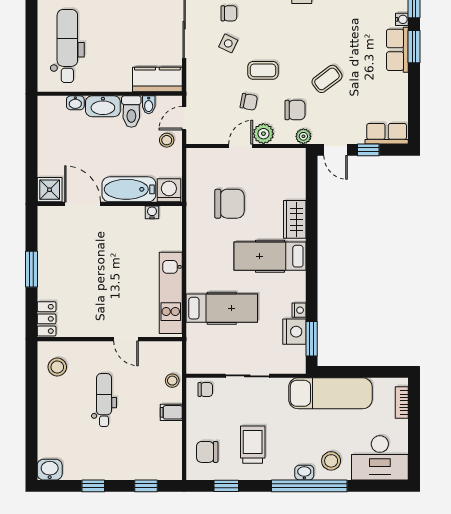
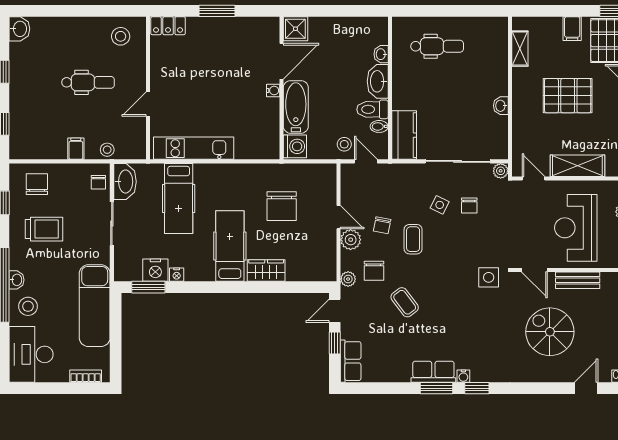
dental chair: (67, 46) -> (437, 46), width x0.73, depth x0.72
water cooler: (152, 212) -> (273, 91), moved
washbasin: (205, 363) -> (125, 182), added

